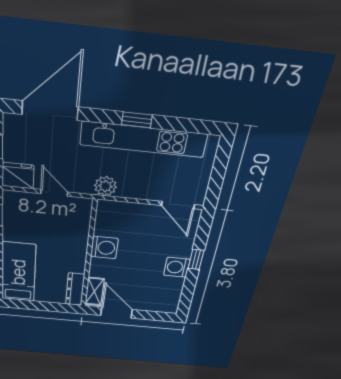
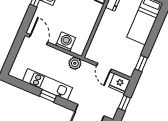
kitchen unit: (143, 139) -> (47, 84), width x0.73
washing machine: (104, 248) -> (66, 42), moved, turned 90

